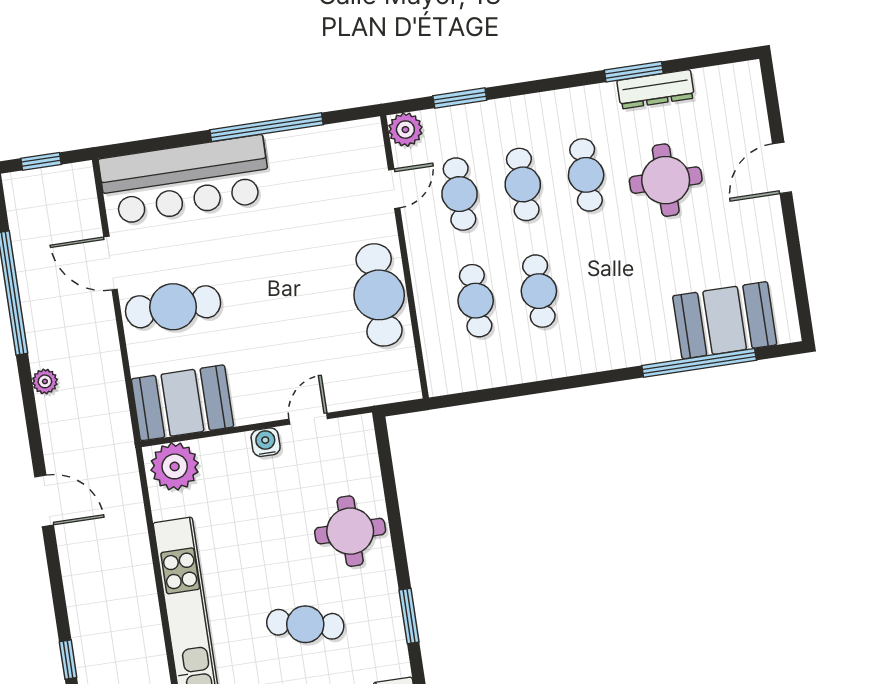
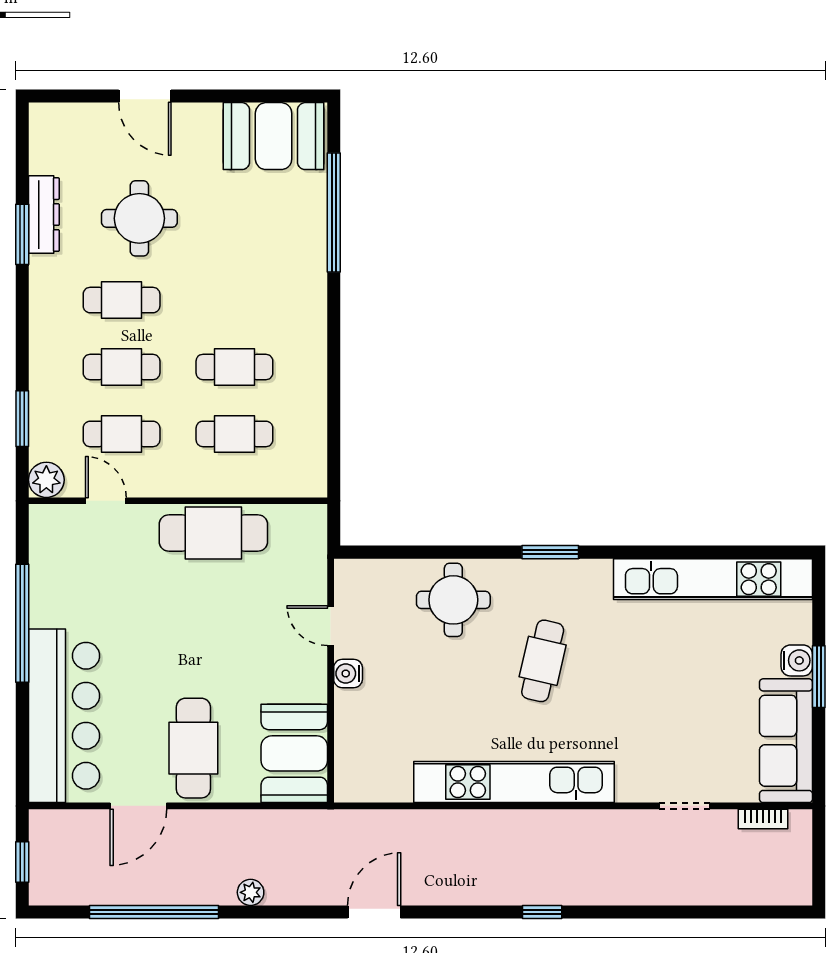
booth: (725, 320) -> (274, 136), moved, turned 90
plant: (175, 466) -> (359, 771), removed

